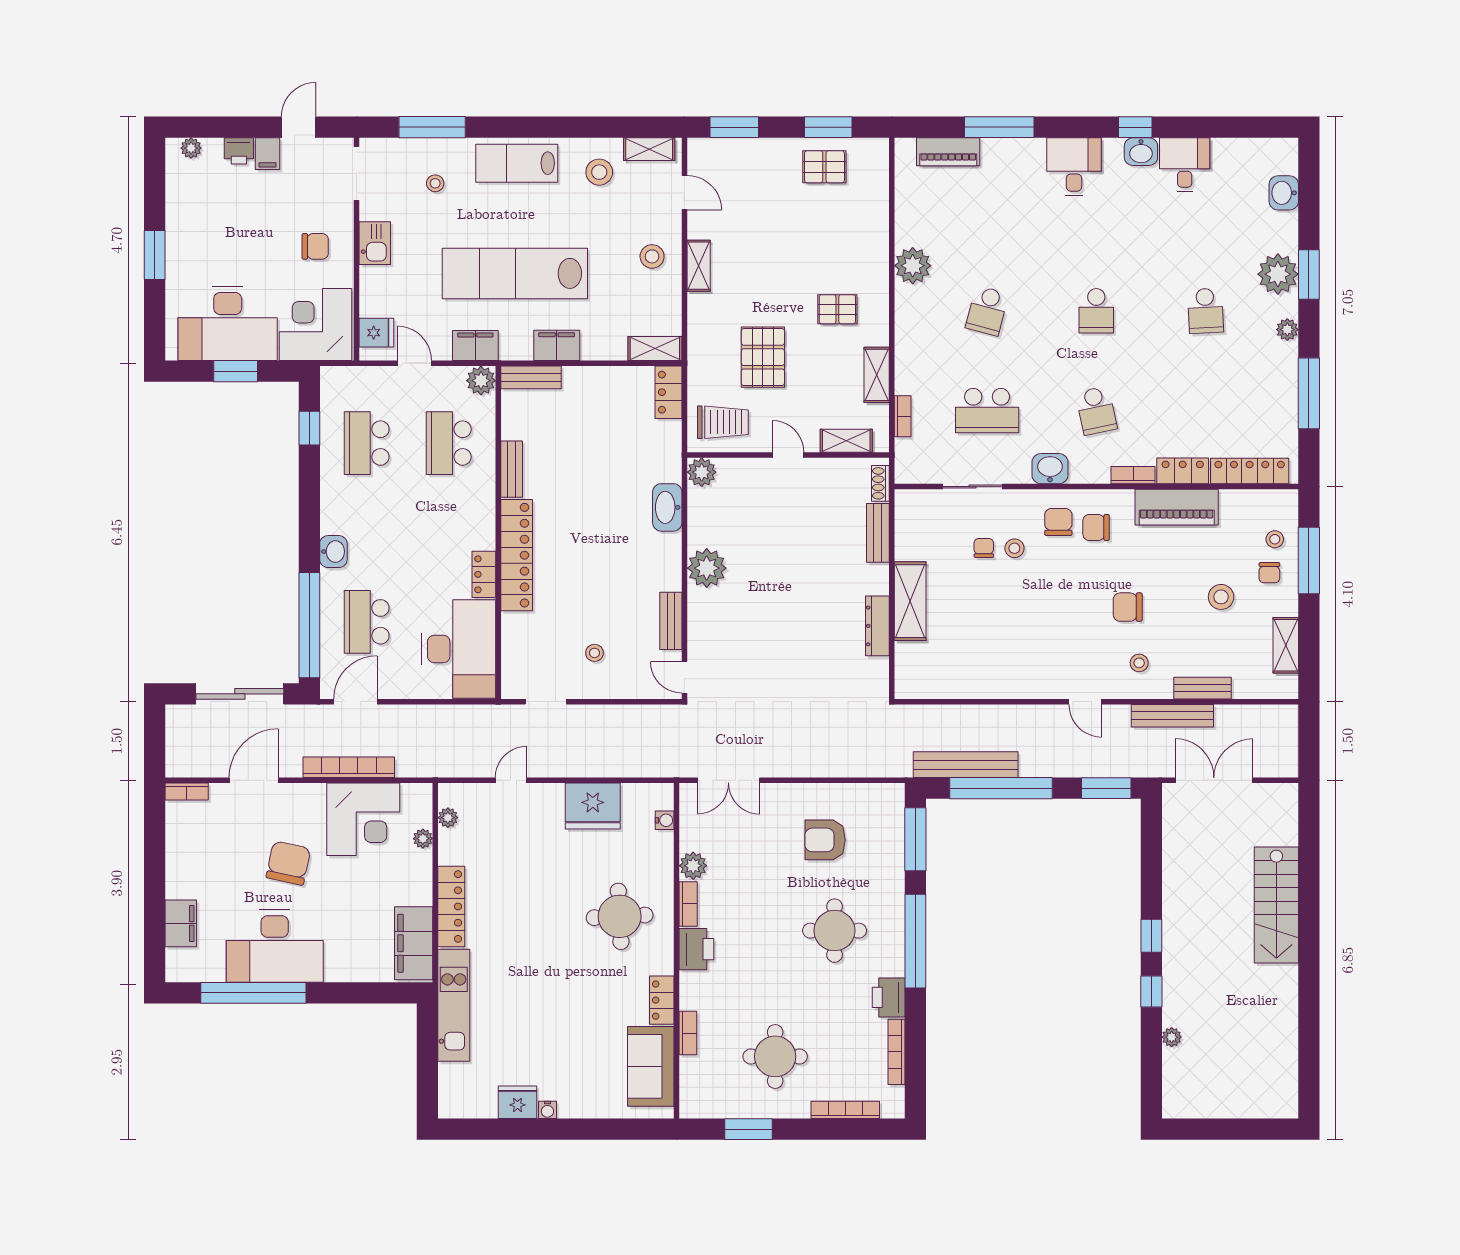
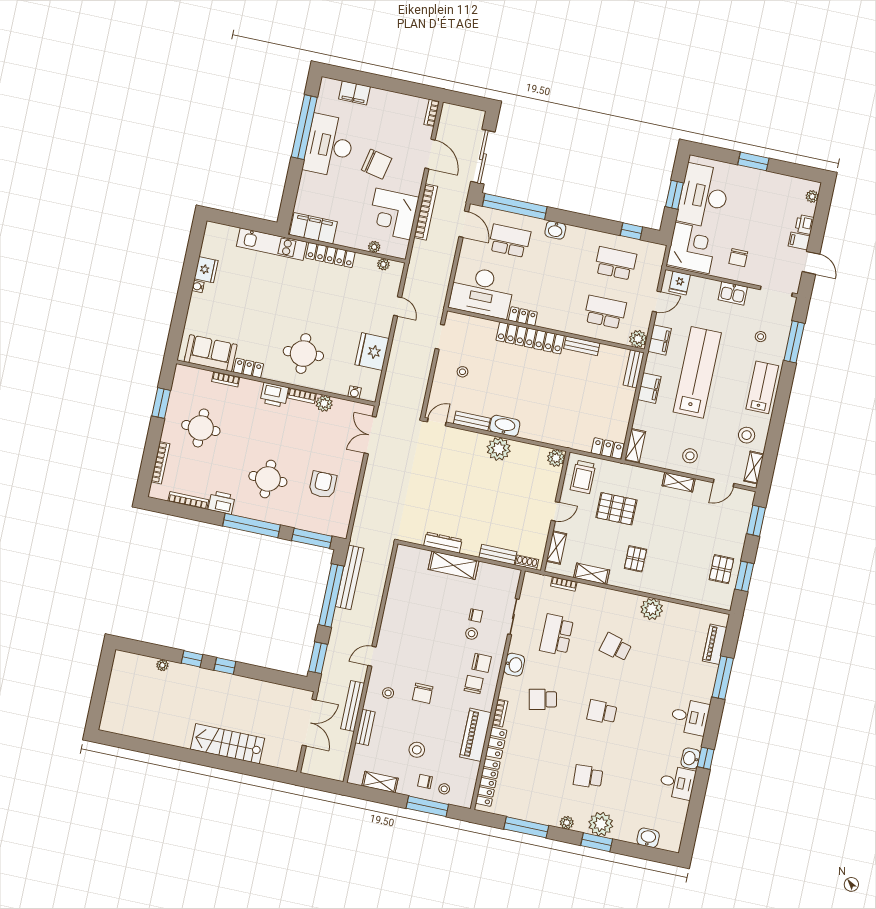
washbasin: (667, 507) -> (505, 426), moved
chair: (1128, 607) -> (423, 693), turned 180

